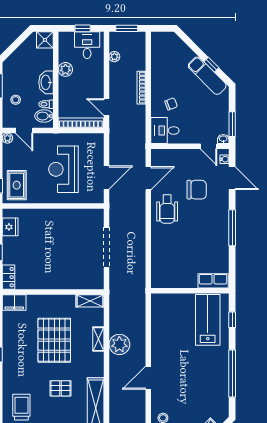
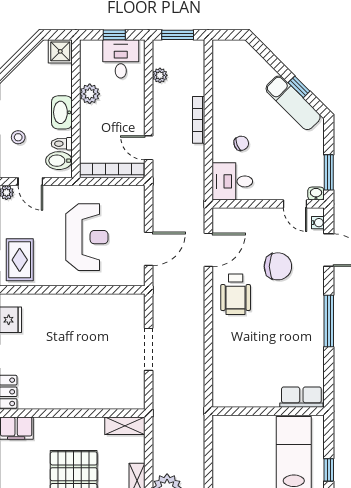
reception desk: (63, 169) -> (87, 237), turned 180
doorway: (107, 248) -> (149, 349), width x0.73
window: (232, 320) -> (329, 470), moved

